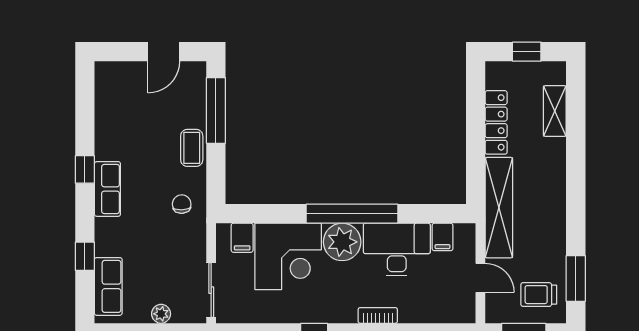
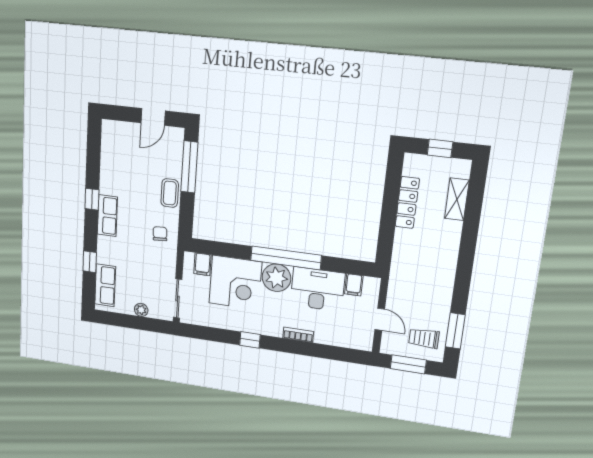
shelving: (499, 208) -> (401, 269), removed

